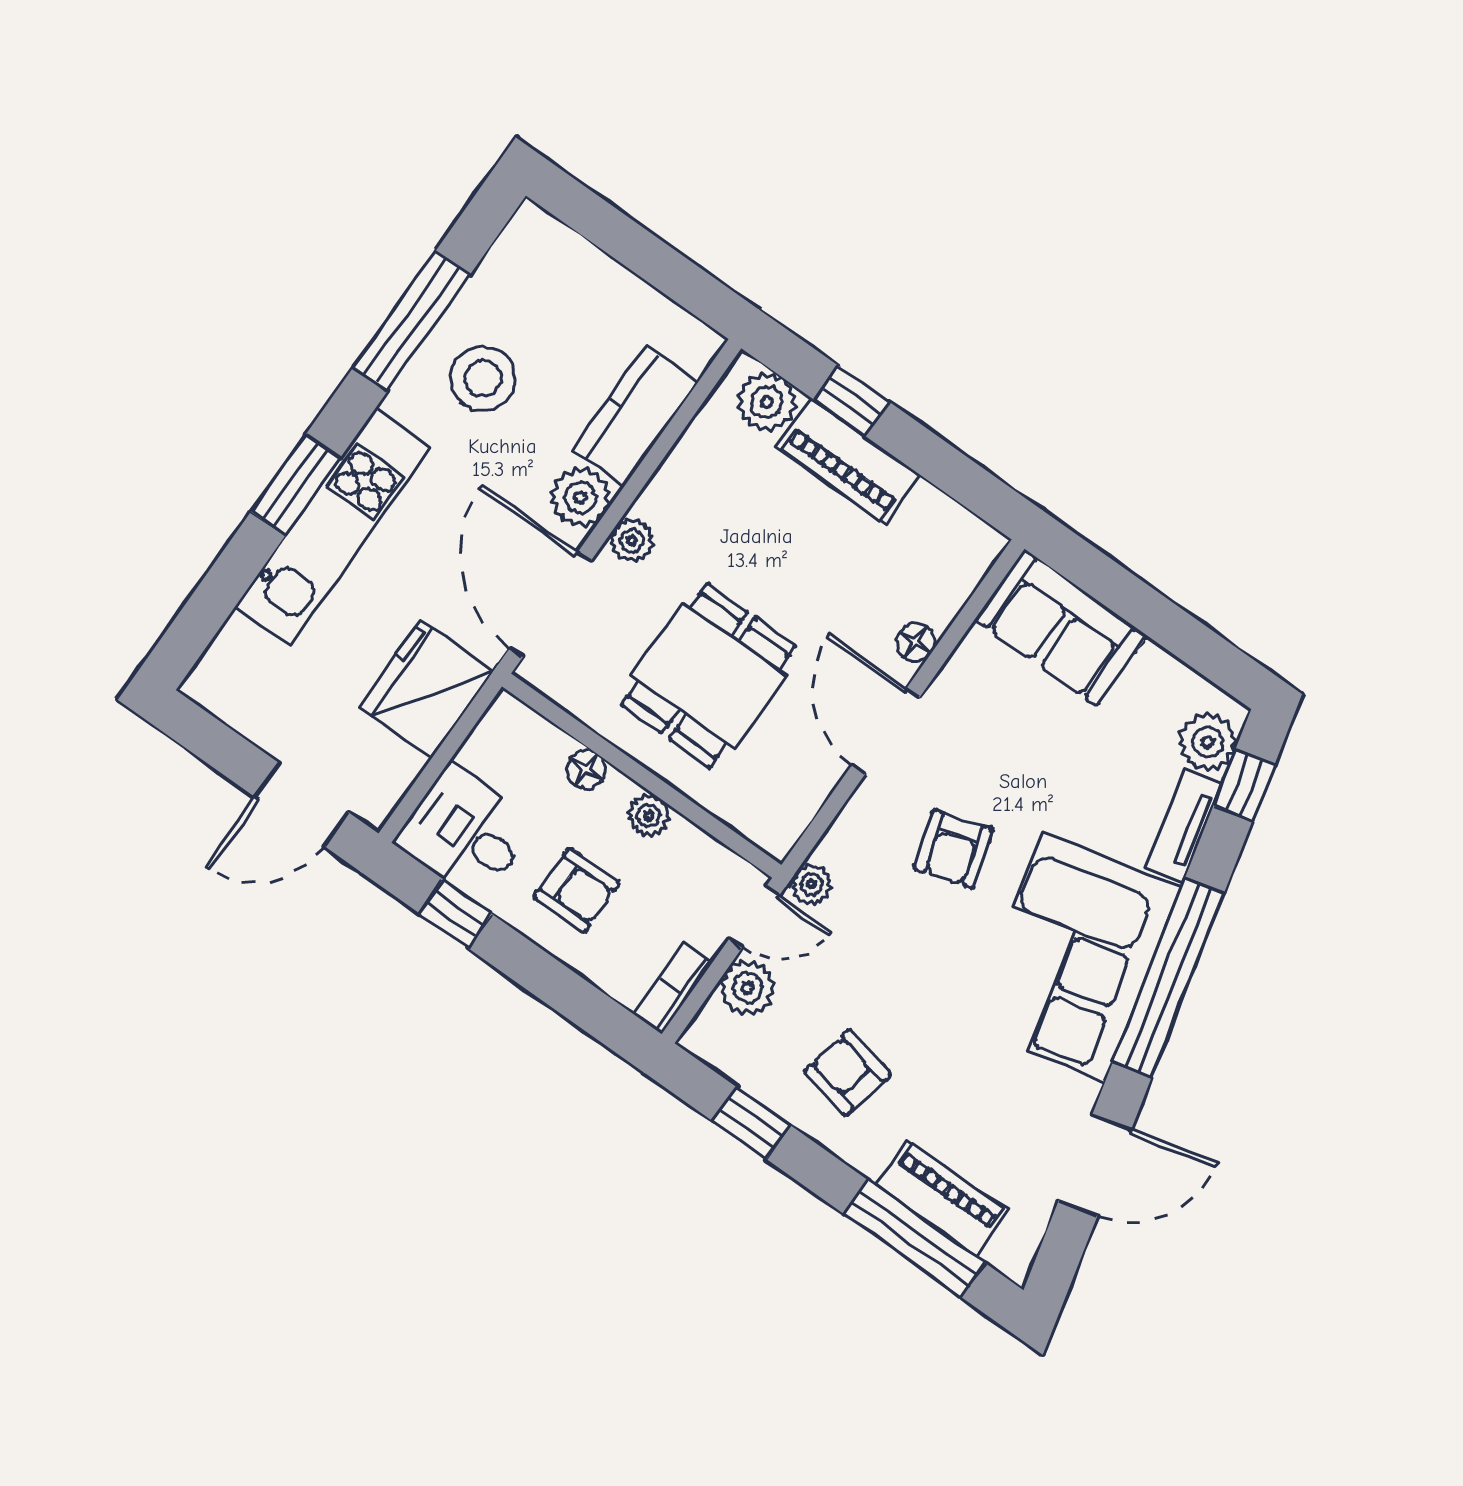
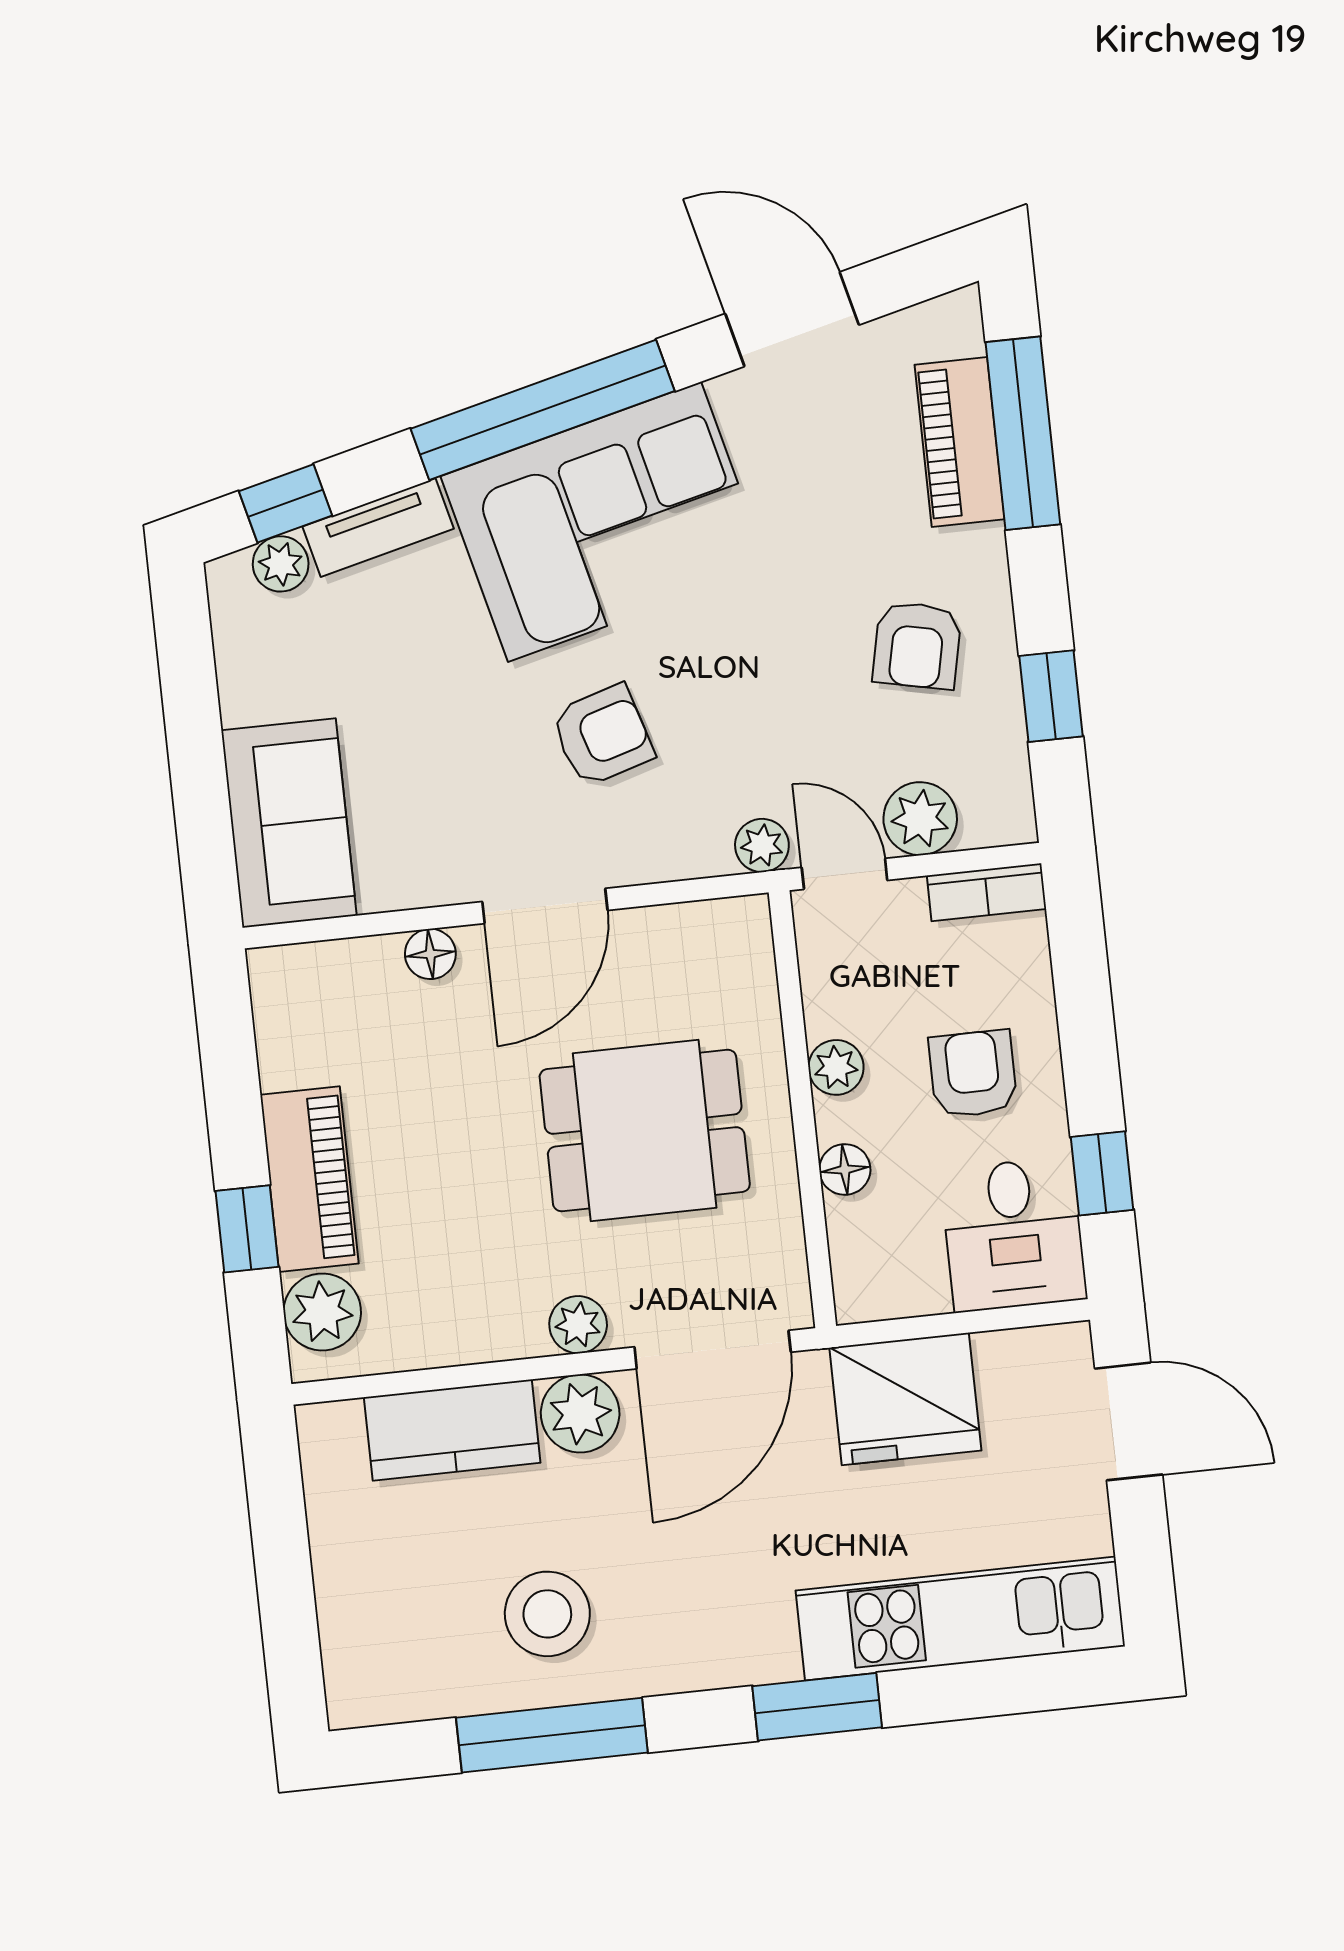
kitchen unit: (333, 527) -> (960, 1618), moved
plant: (1207, 742) -> (281, 564), width x0.73, depth x0.73

